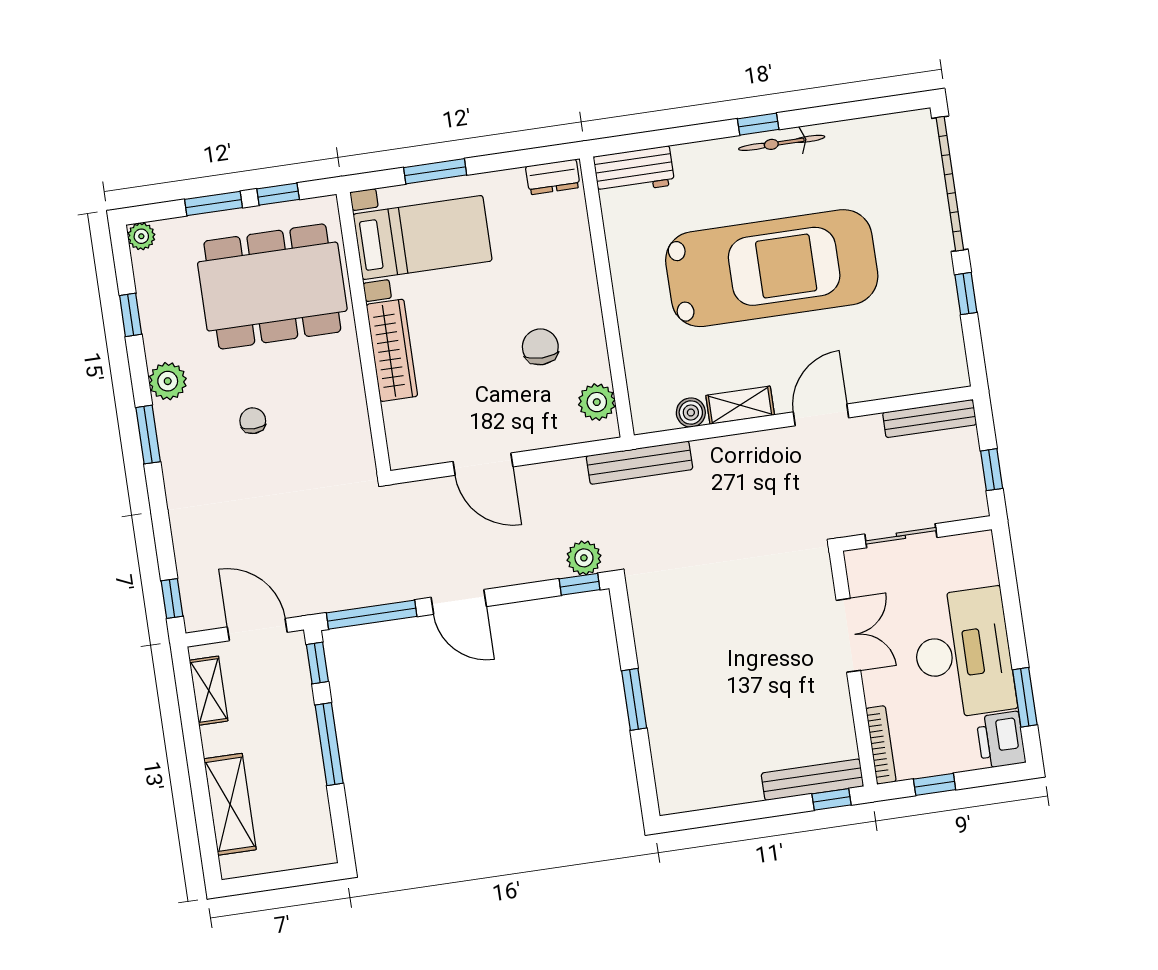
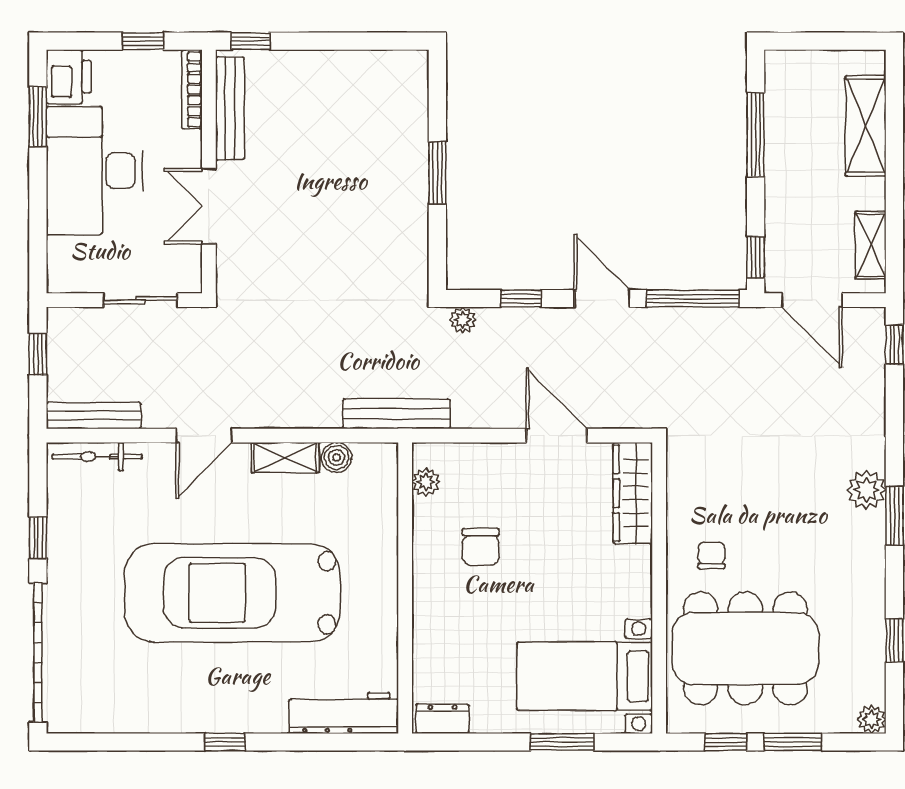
bicycle: (782, 143) -> (97, 457), moved, turned 180
workbench: (634, 171) -> (344, 713), width x1.38
wardrobe: (392, 350) -> (633, 493), moved
plant: (168, 381) -> (866, 490), moved
plant: (597, 402) -> (426, 482), width x0.73, depth x0.73
chair: (253, 421) -> (711, 556), moved, turned 180
plant: (584, 558) -> (463, 320), width x0.73, depth x0.73
window: (580, 584) -> (521, 298), moved
window: (329, 744) -> (756, 135), moved
bench: (812, 780) -> (230, 108), moved, turned 90

